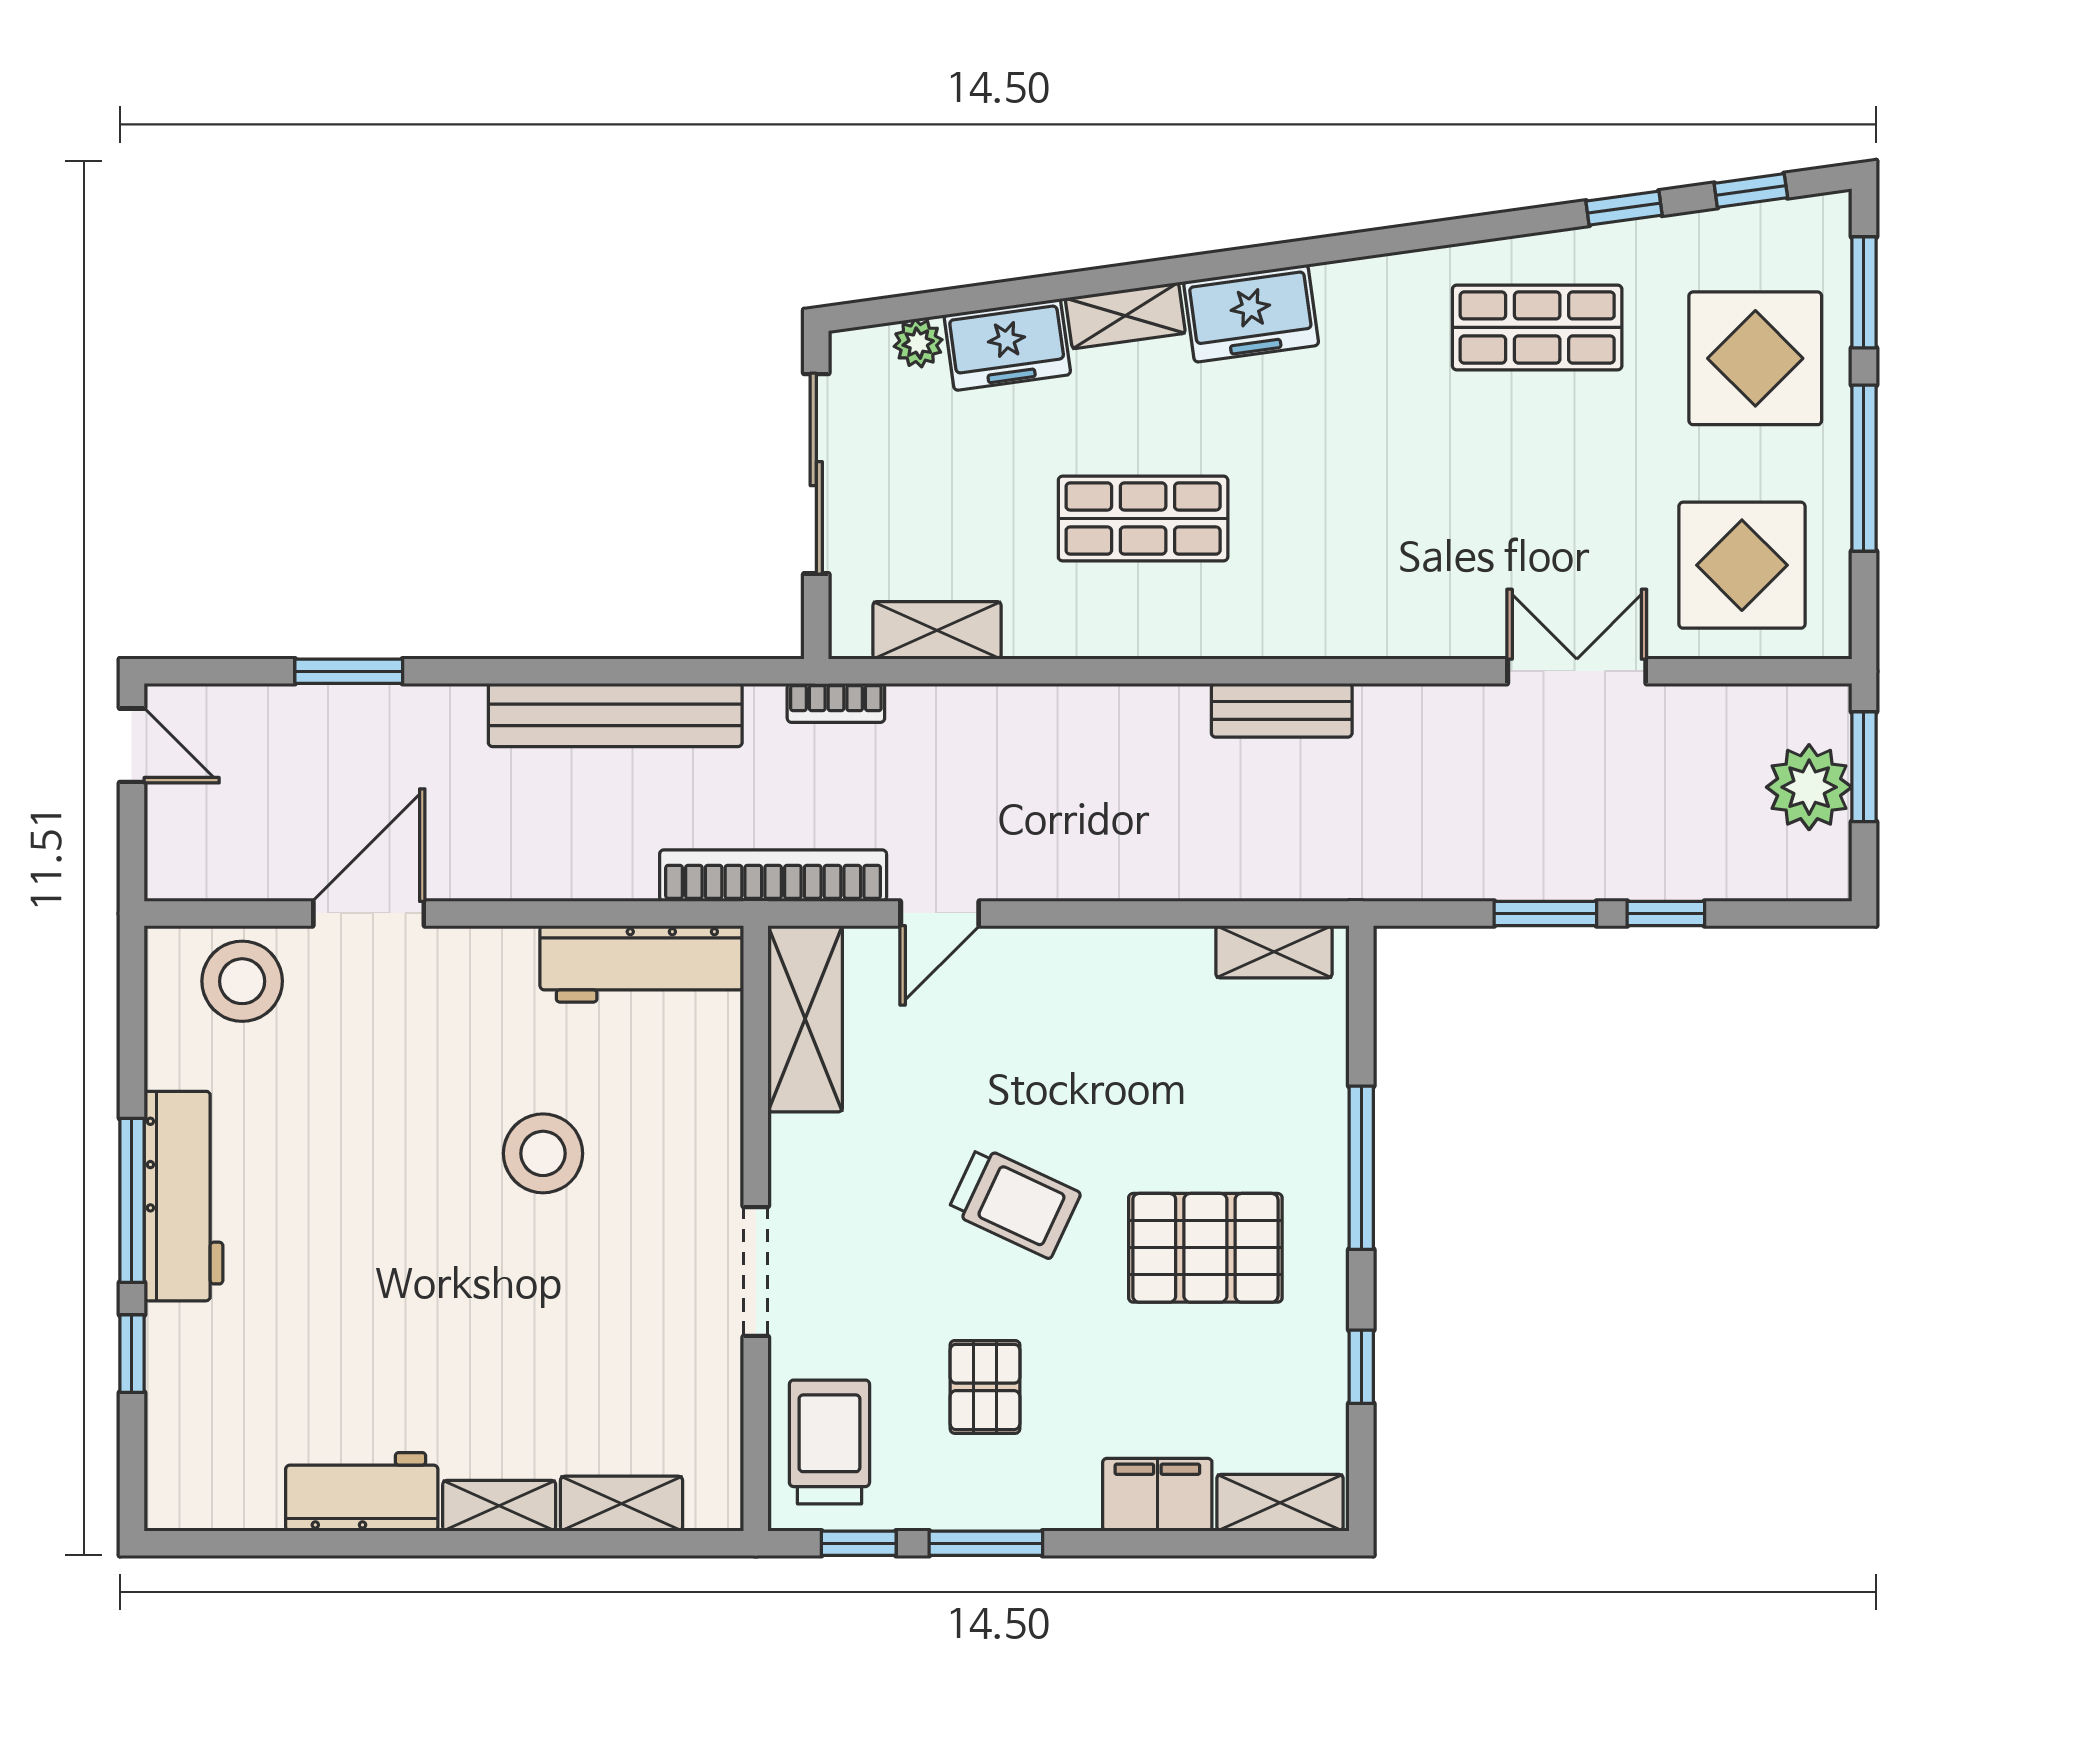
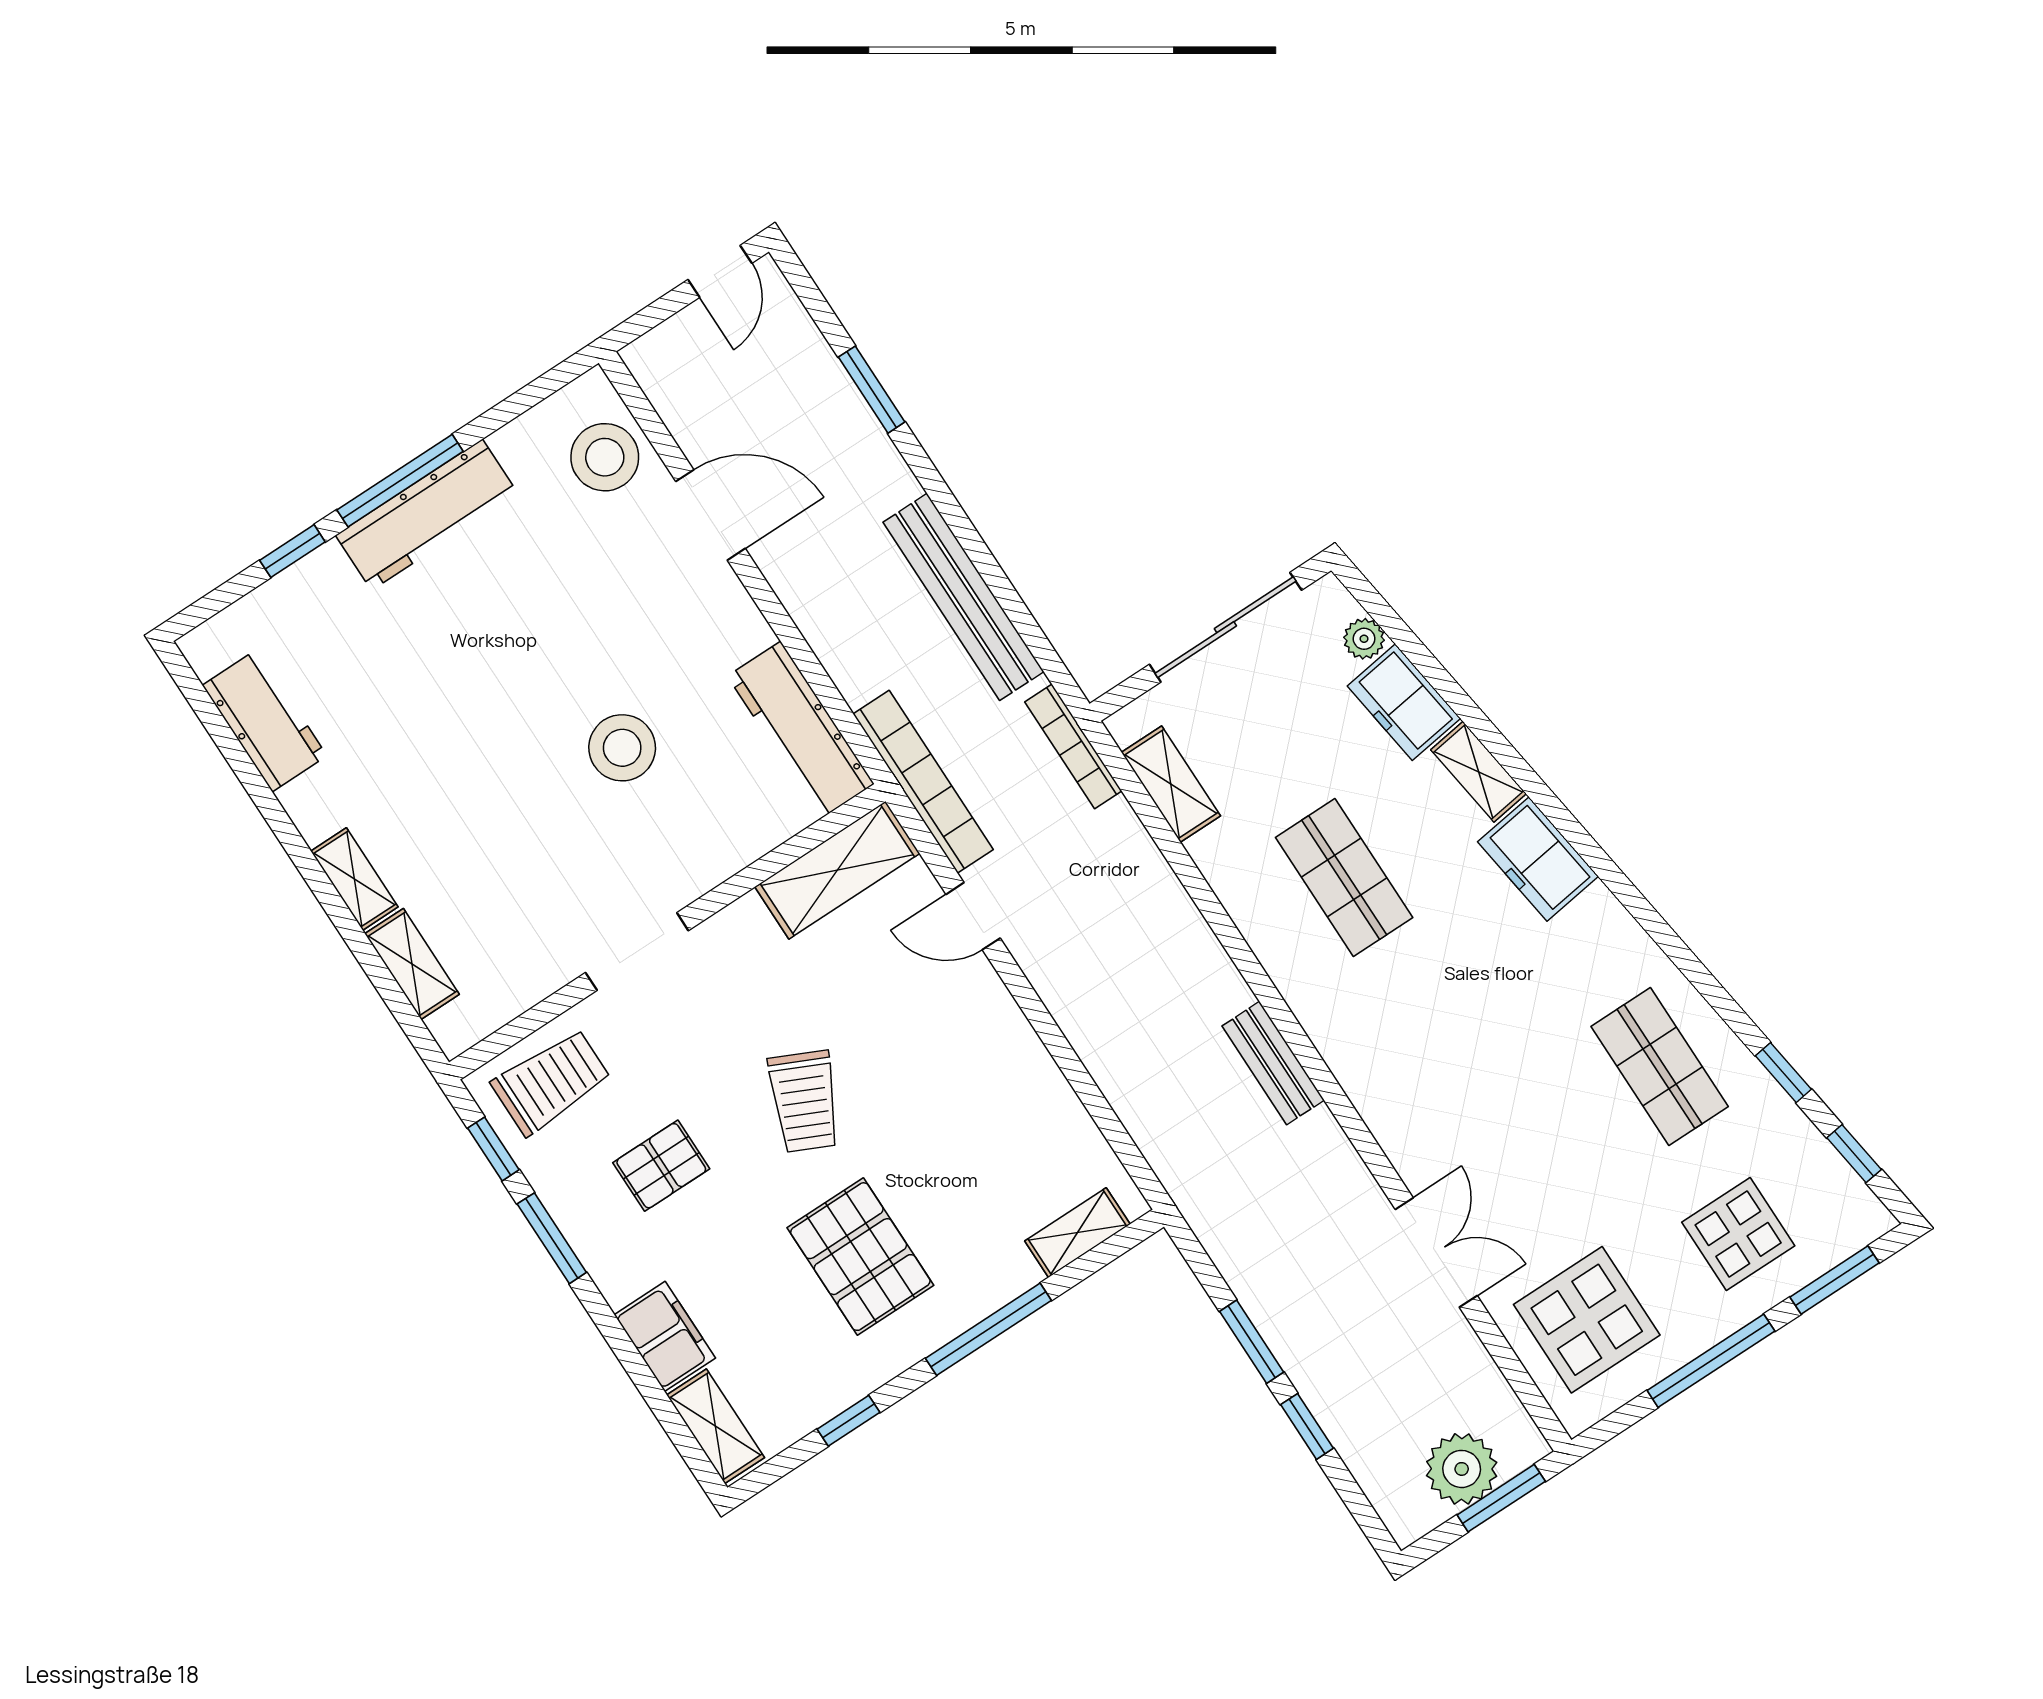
display table: (1755, 358) -> (1738, 1234), width x0.73, depth x0.73
bookcase: (836, 703) -> (1073, 746), width x1.56
shelving: (1274, 952) -> (1077, 1233), moved, turned 90
workbench: (362, 1492) -> (265, 720), moved

